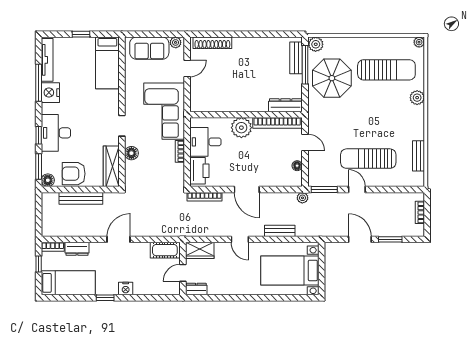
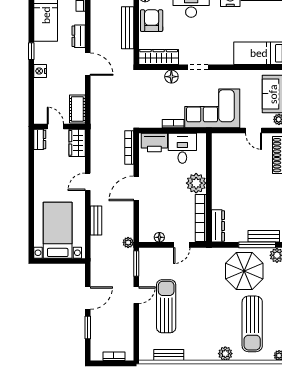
dresser: (77, 249) -> (79, 36), moved

